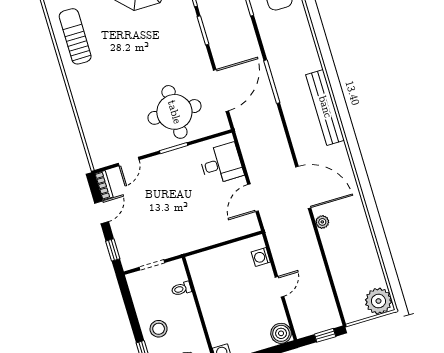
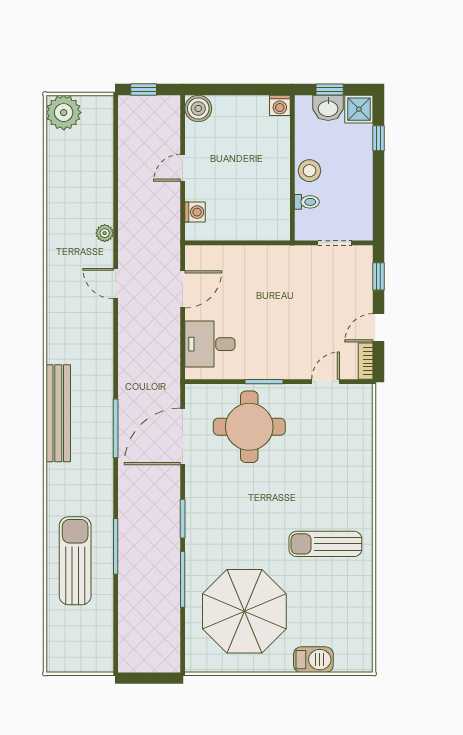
sun lounger: (75, 36) -> (325, 544), moved, turned 90
bench: (325, 107) -> (58, 413), moved
door: (303, 187) -> (116, 284), width x0.53
stool: (159, 329) -> (310, 171), moved

